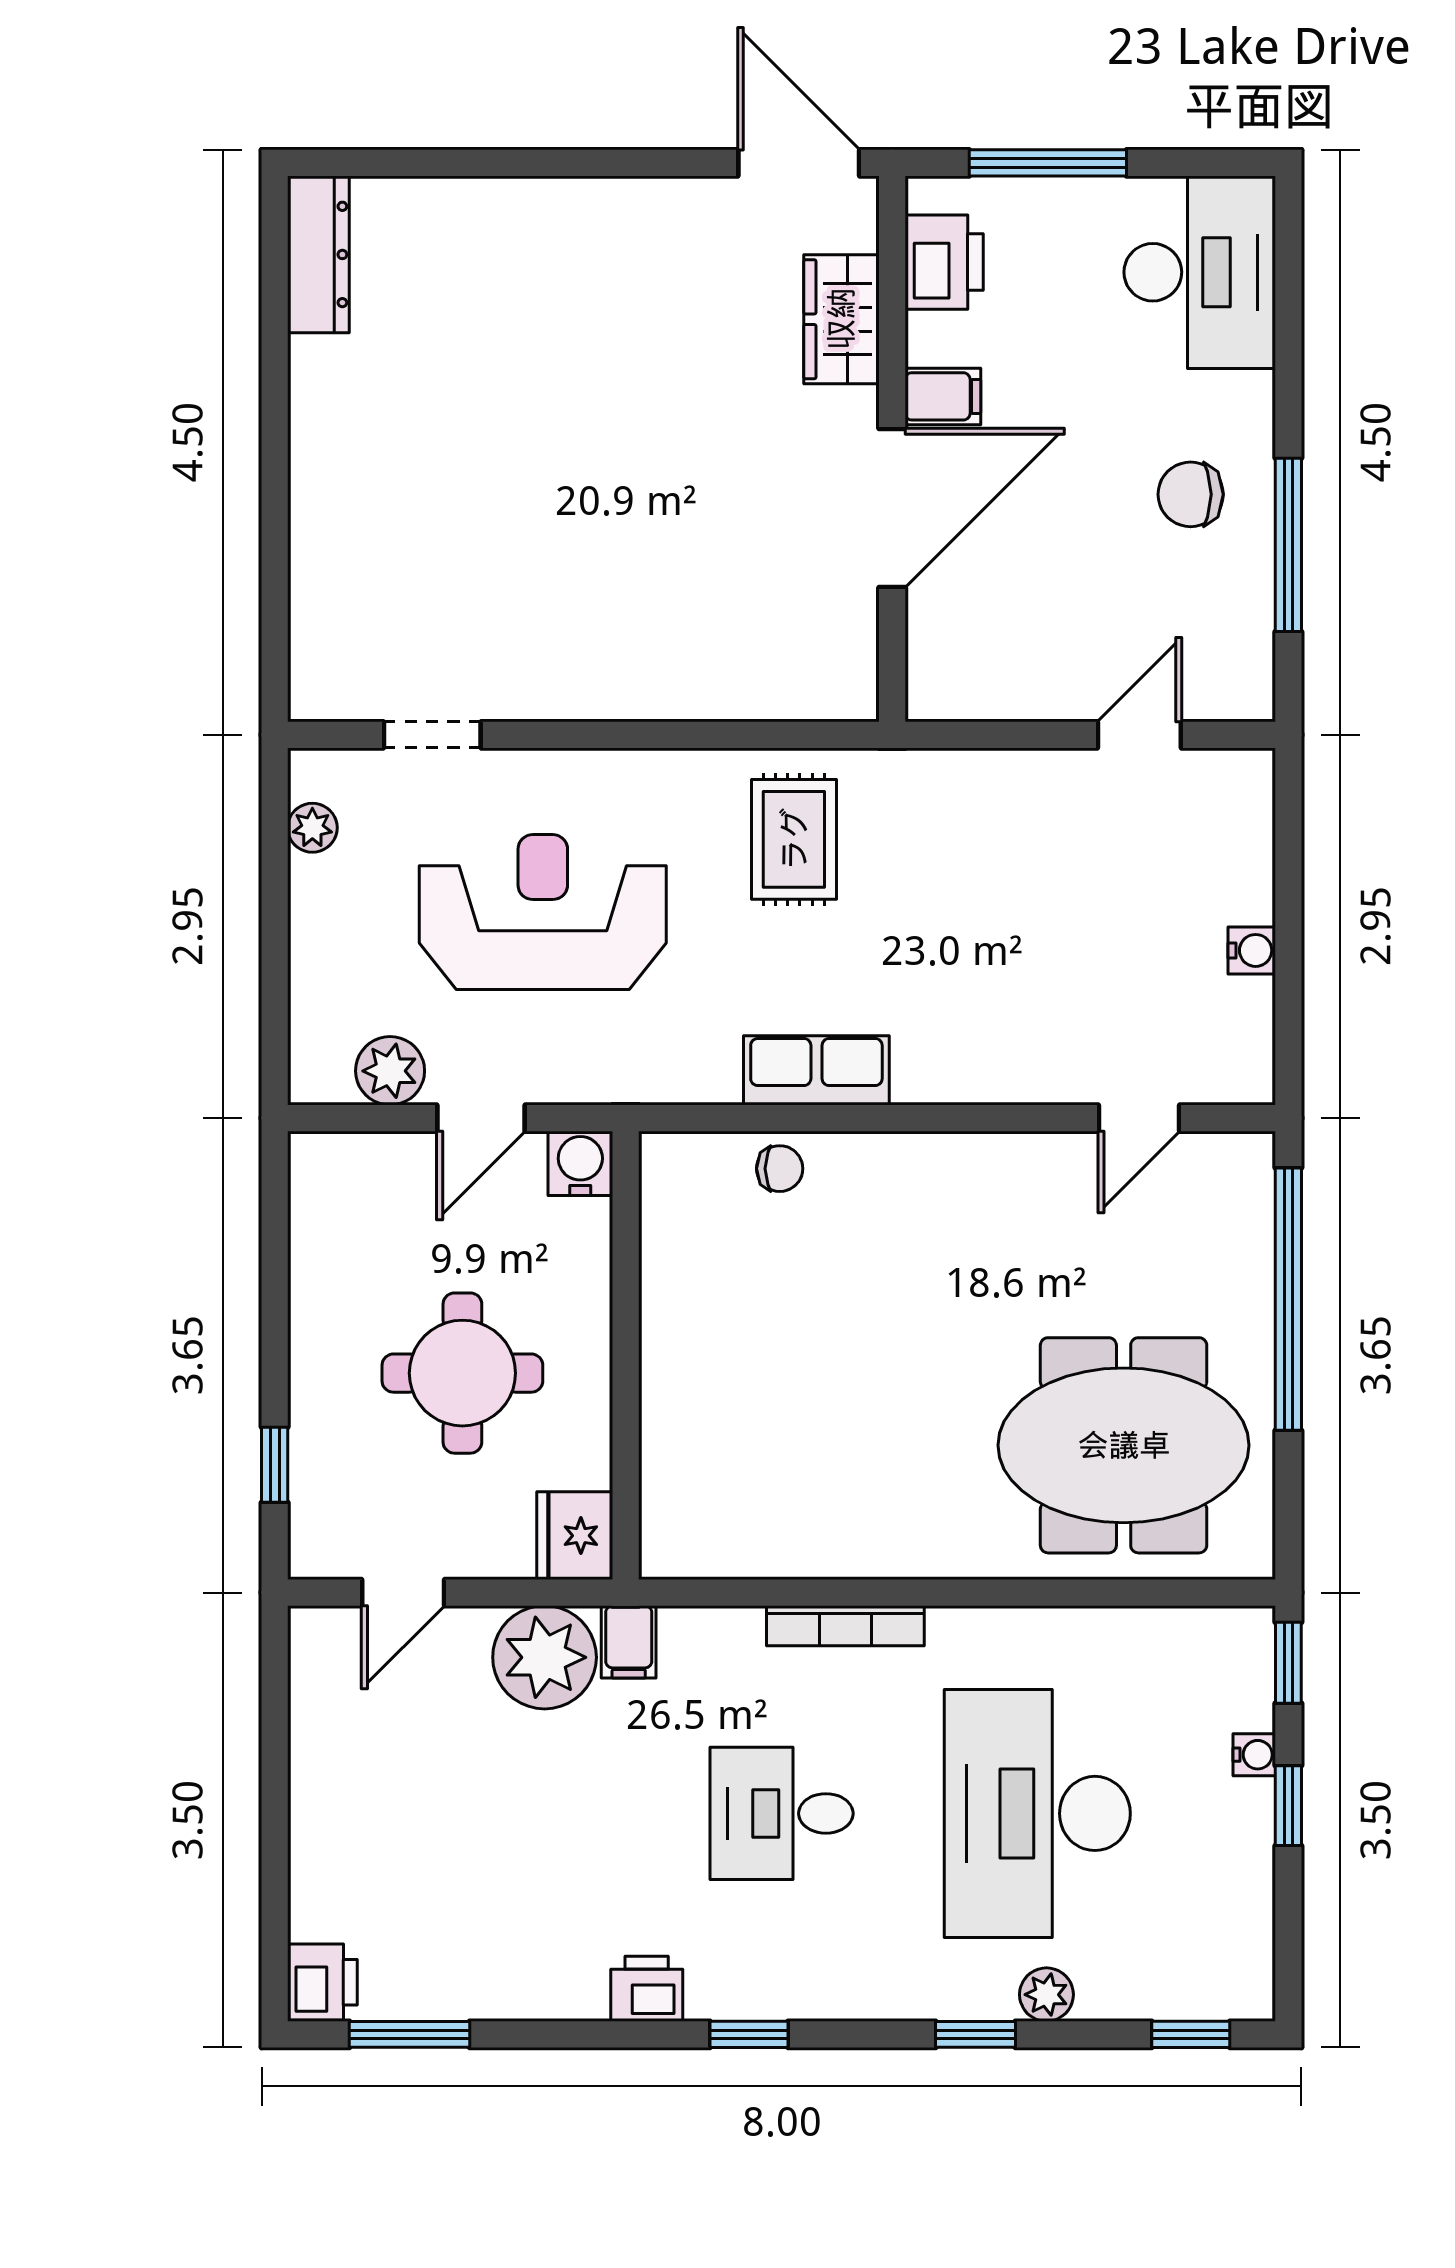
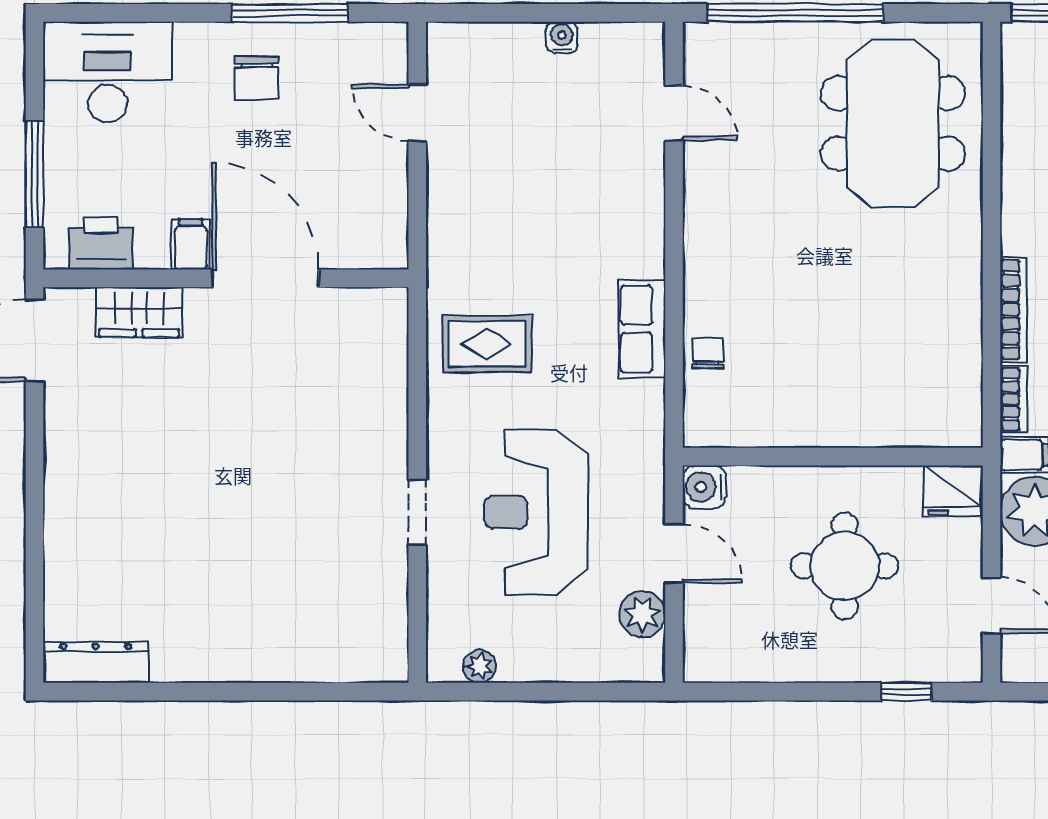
doorway: (432, 735) -> (417, 512), moved
bookcase: (711, 1626) -> (1014, 399), added

